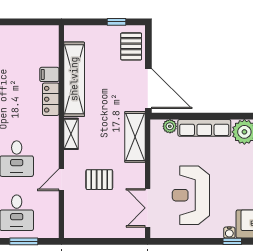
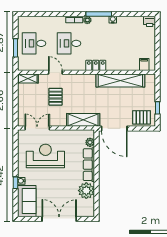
filing cabinet: (49, 74) -> (144, 65), moved
door: (148, 89) -> (114, 129), hinge flipped
locker: (51, 99) -> (96, 65), moved
shelving: (71, 134) -> (28, 78), moved

